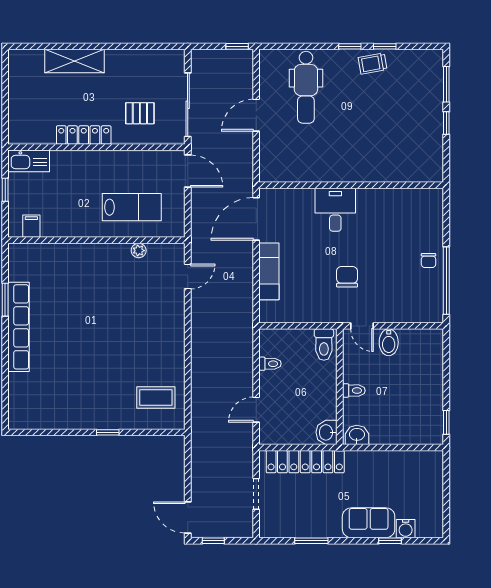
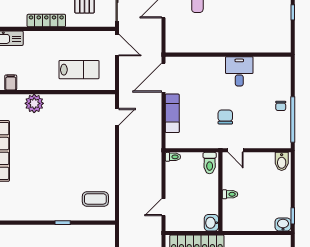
desk: (335, 210) -> (239, 71), moved
plant: (139, 251) -> (34, 103), moved, width x1.87, depth x1.87
bidet: (389, 342) -> (282, 161), moved
toilet: (270, 364) -> (173, 157), moved
washbasin: (357, 435) -> (283, 224), moved

